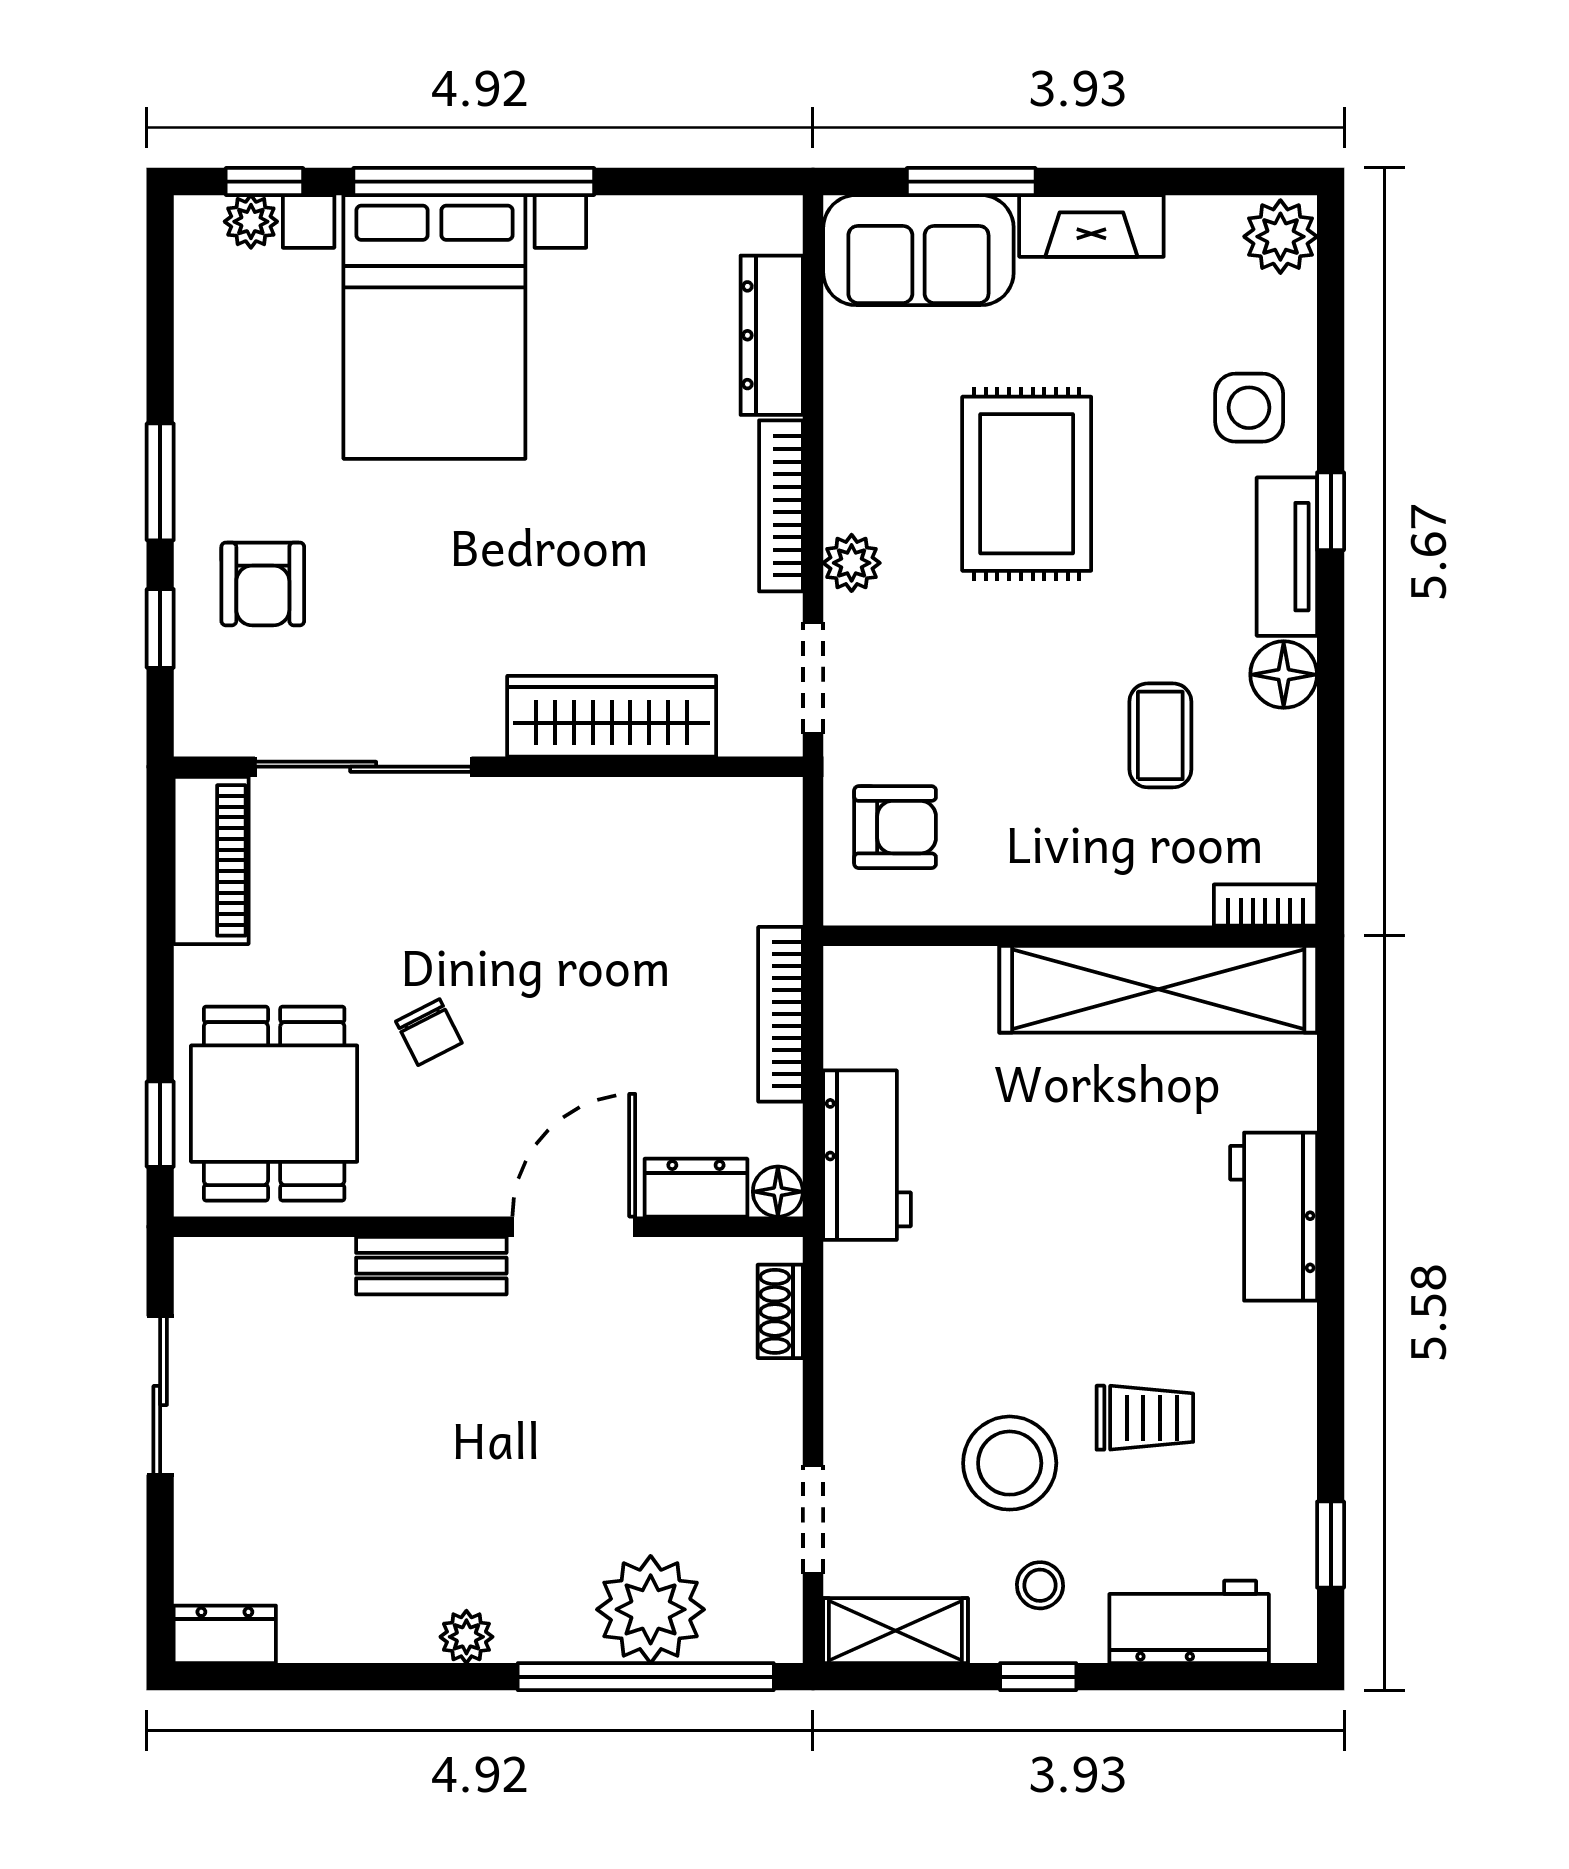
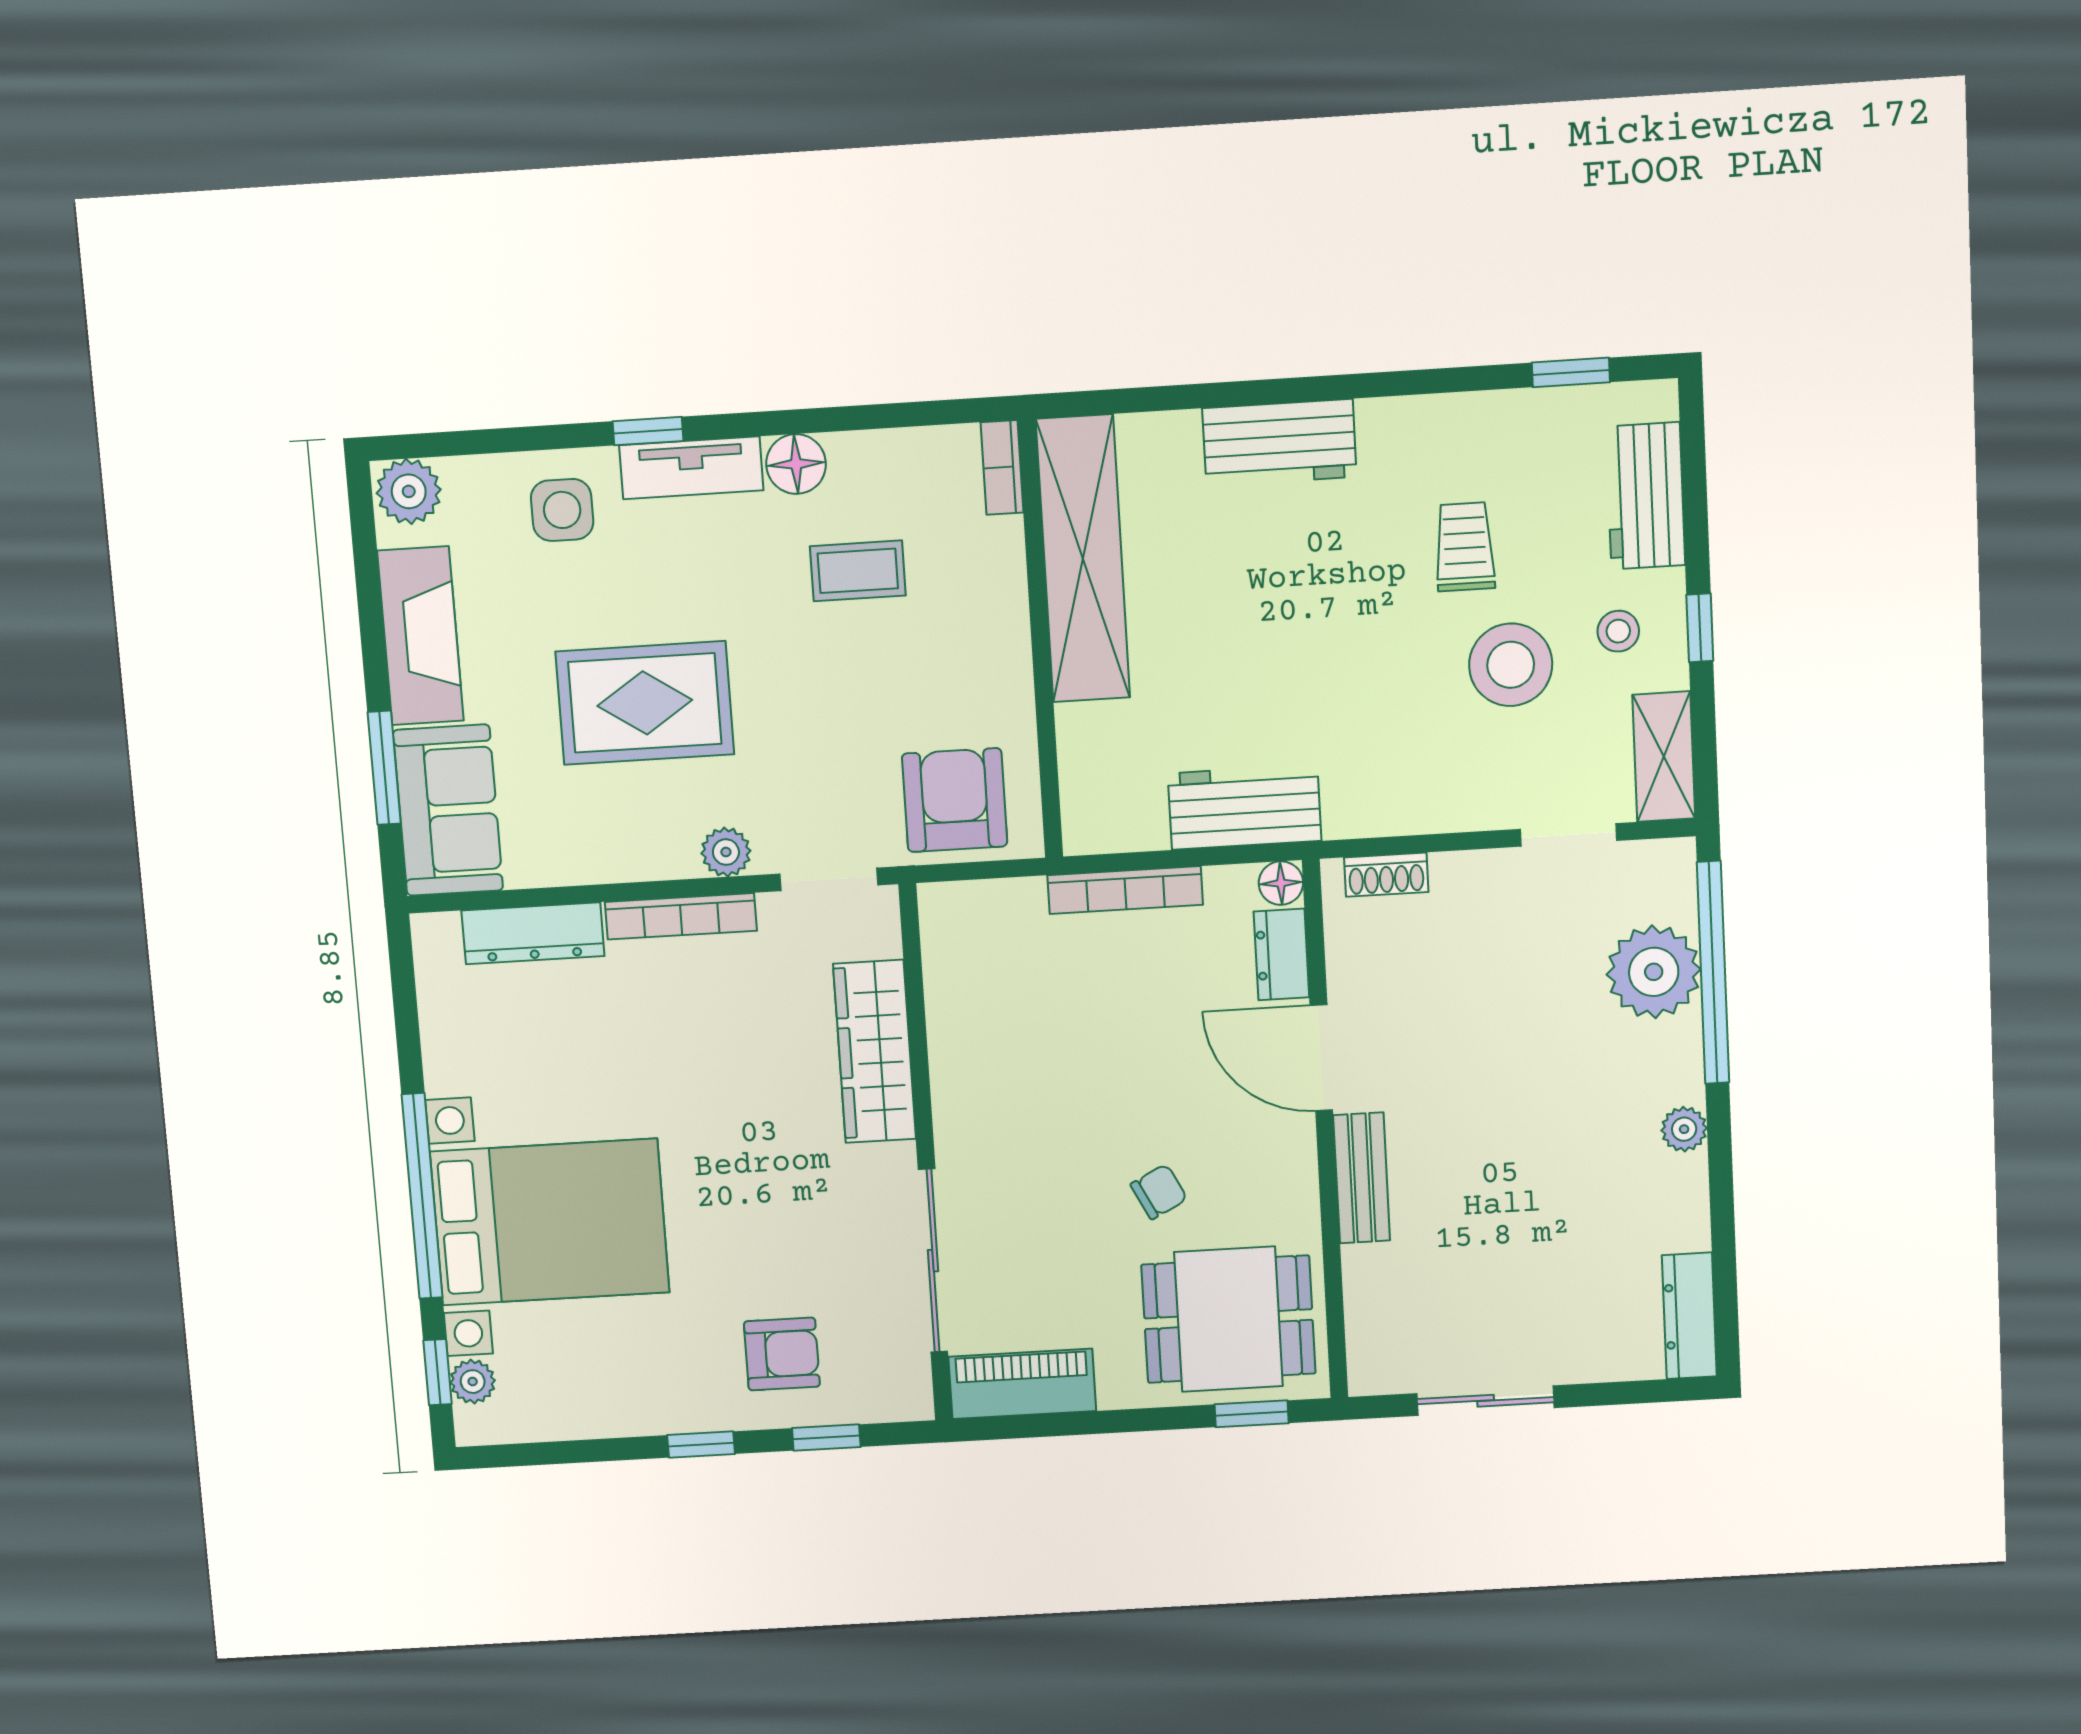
fireplace: (1091, 226) -> (420, 636), width x1.37, depth x1.32
window: (160, 482) -> (701, 1445), width x0.67
armchair: (895, 827) -> (955, 800), width x1.38, depth x1.38
dresser: (225, 1634) -> (1689, 1316), width x1.44

